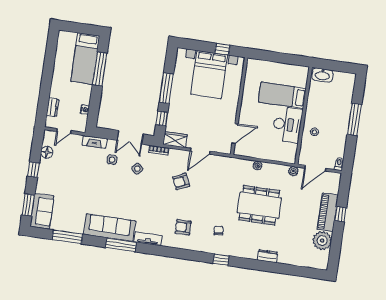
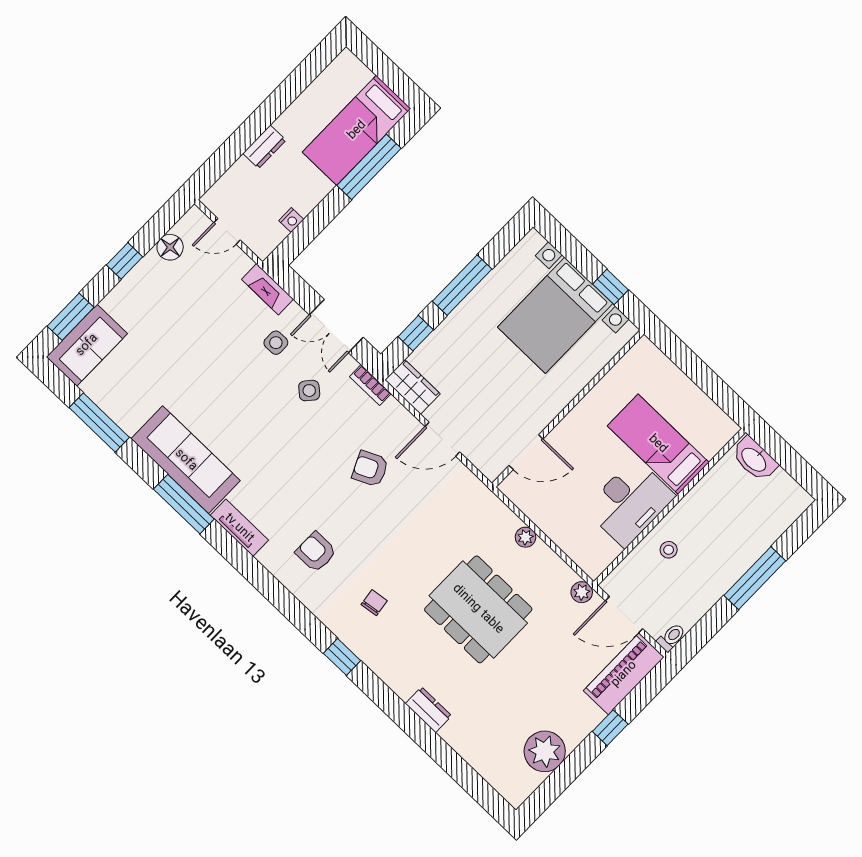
dresser: (53, 107) -> (264, 147), moved
piano: (328, 212) -> (624, 674), moved

